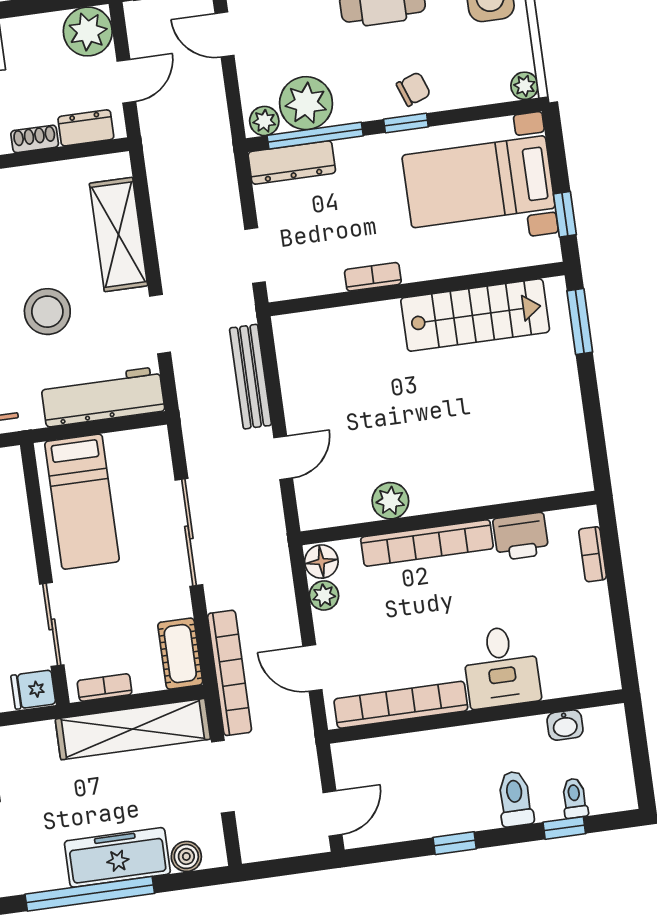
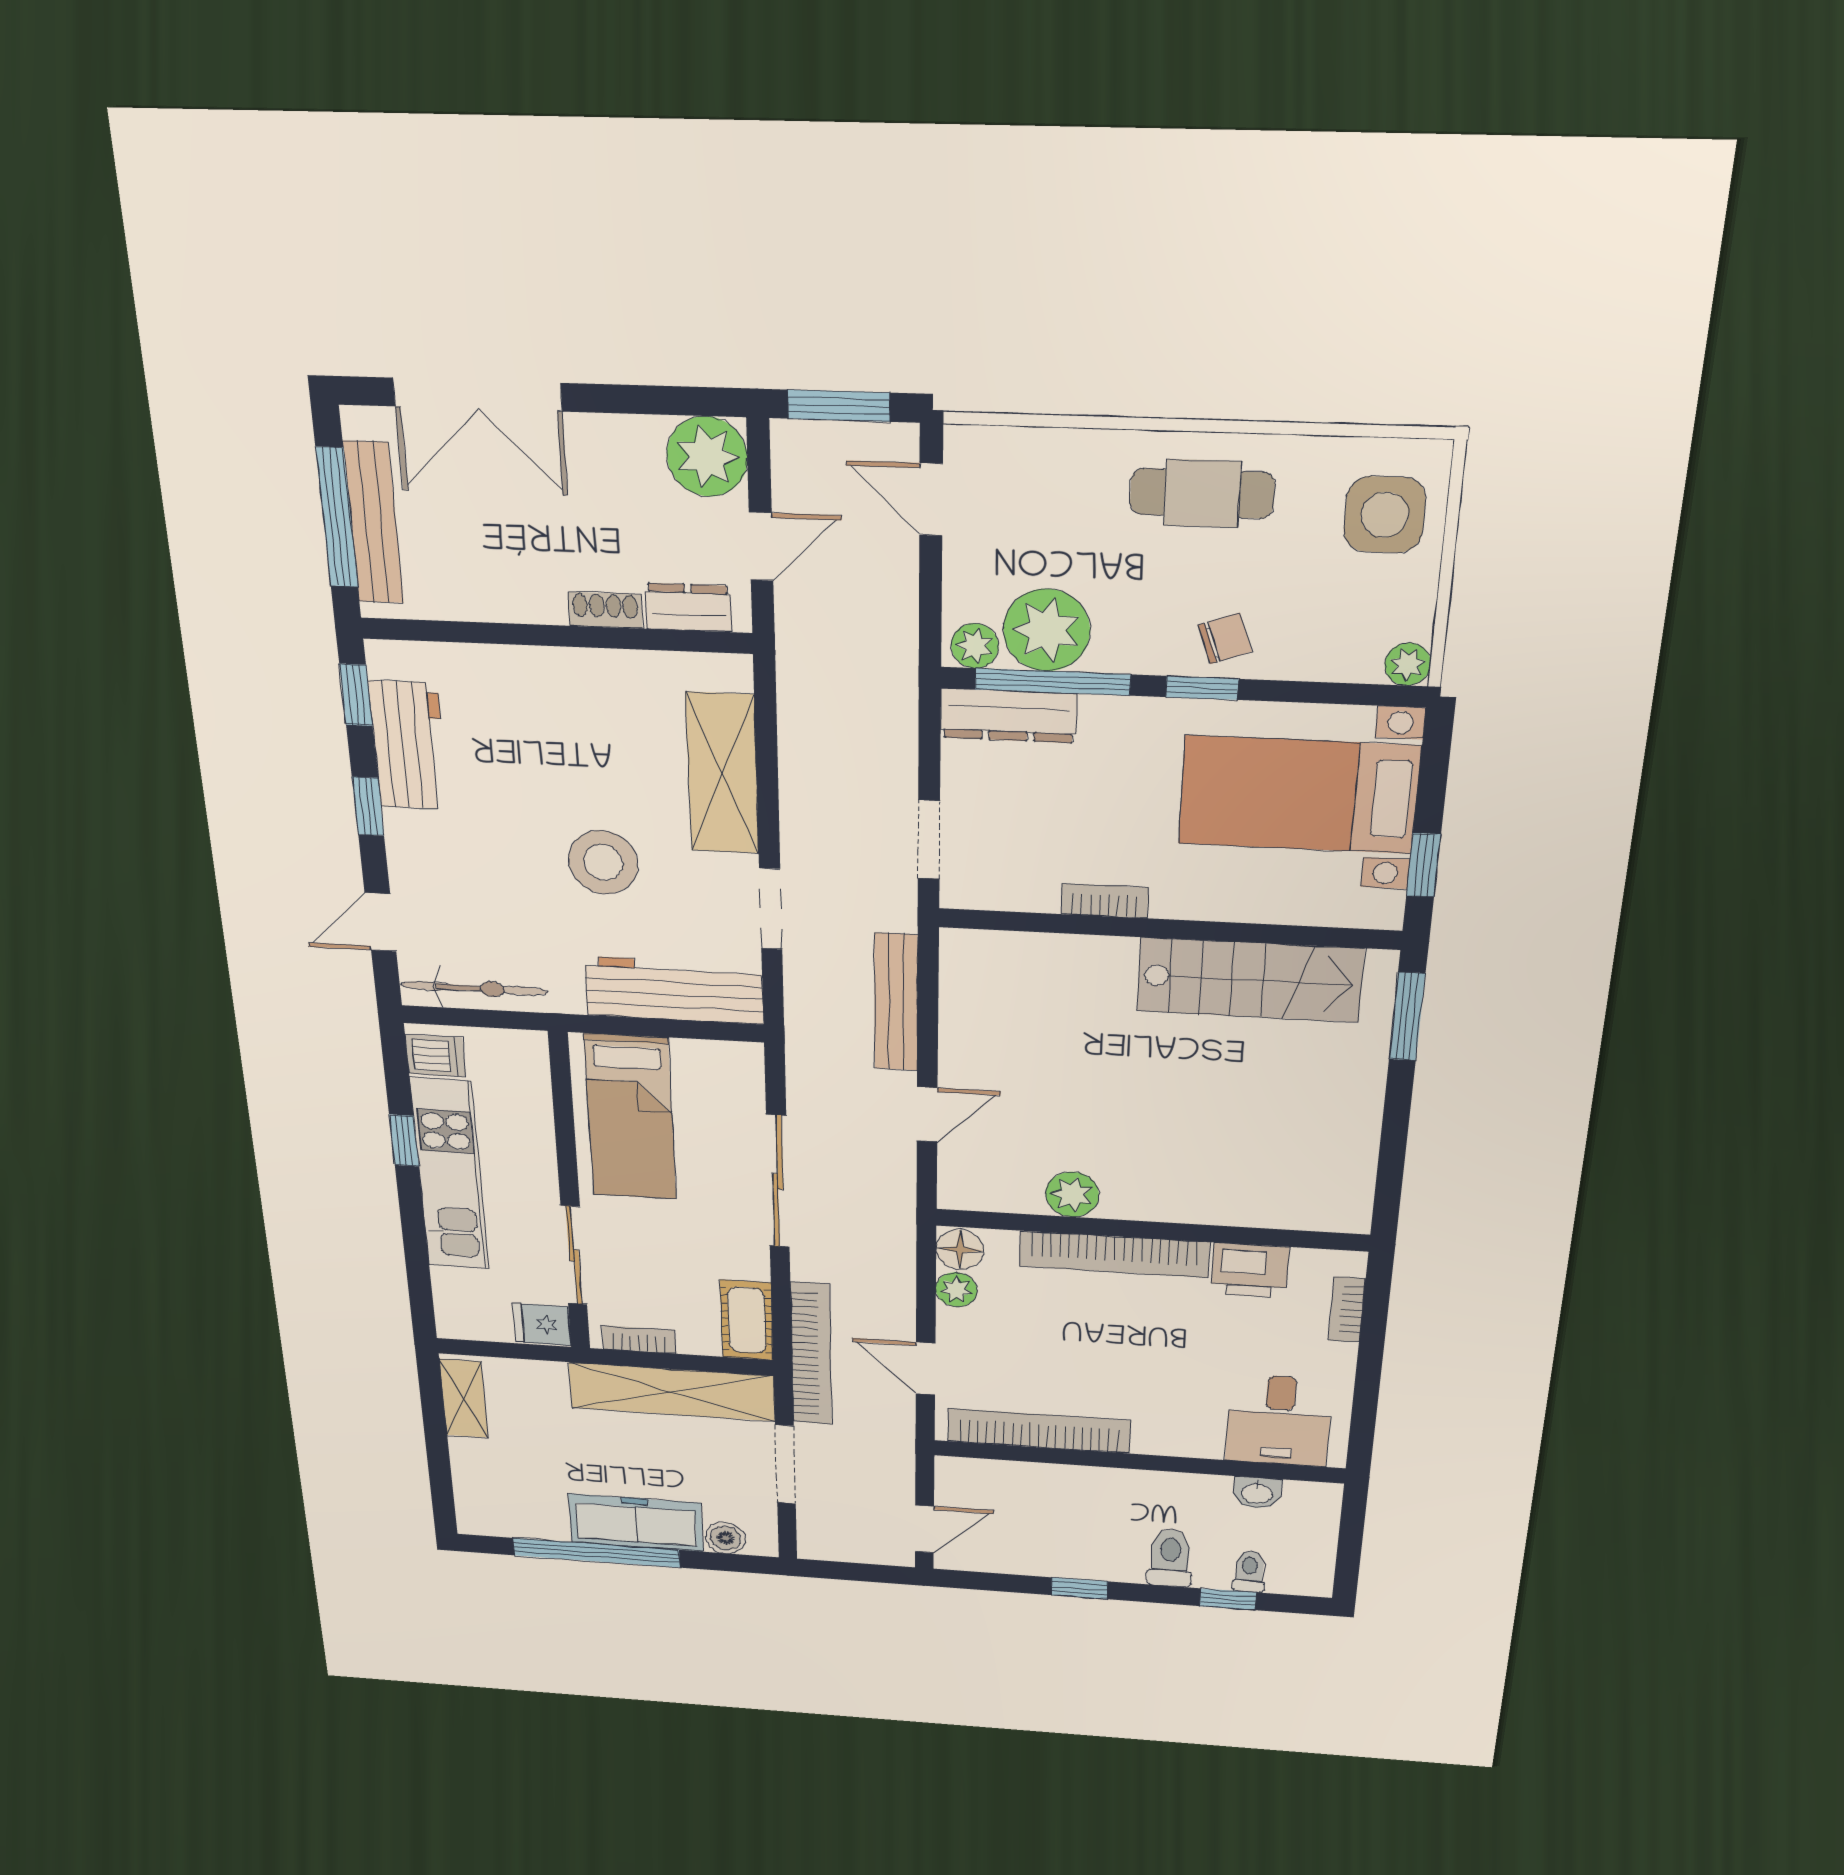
desk: (501, 667) -> (1279, 1420), moved

